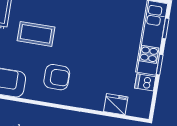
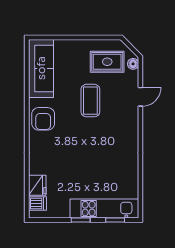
armchair: (57, 77) -> (43, 119), moved
dishwasher: (145, 82) -> (37, 204), moved, turned 90

